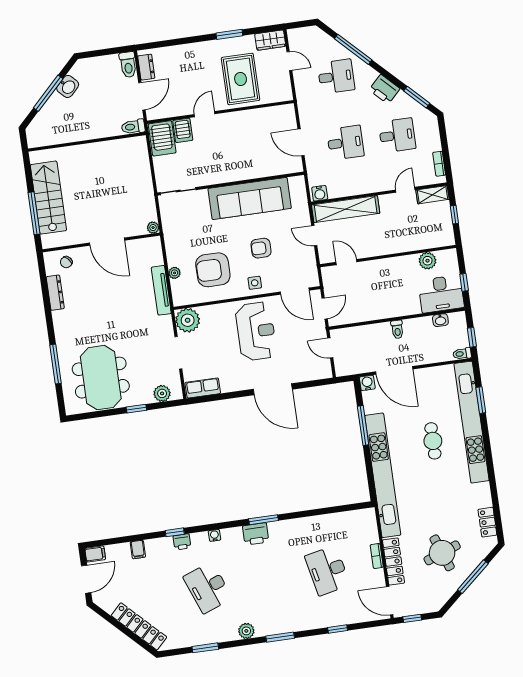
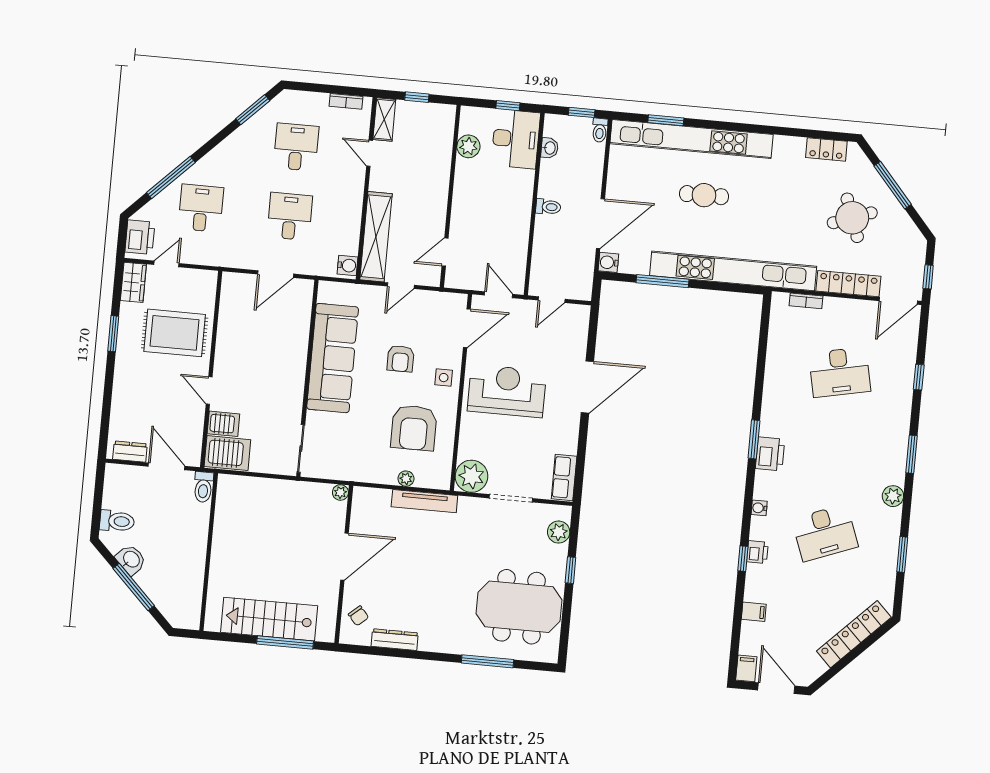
toilet: (128, 65) -> (117, 521), moved
printer: (384, 89) -> (140, 237), moved, turned -45
bookcase: (377, 556) -> (806, 301), moved

